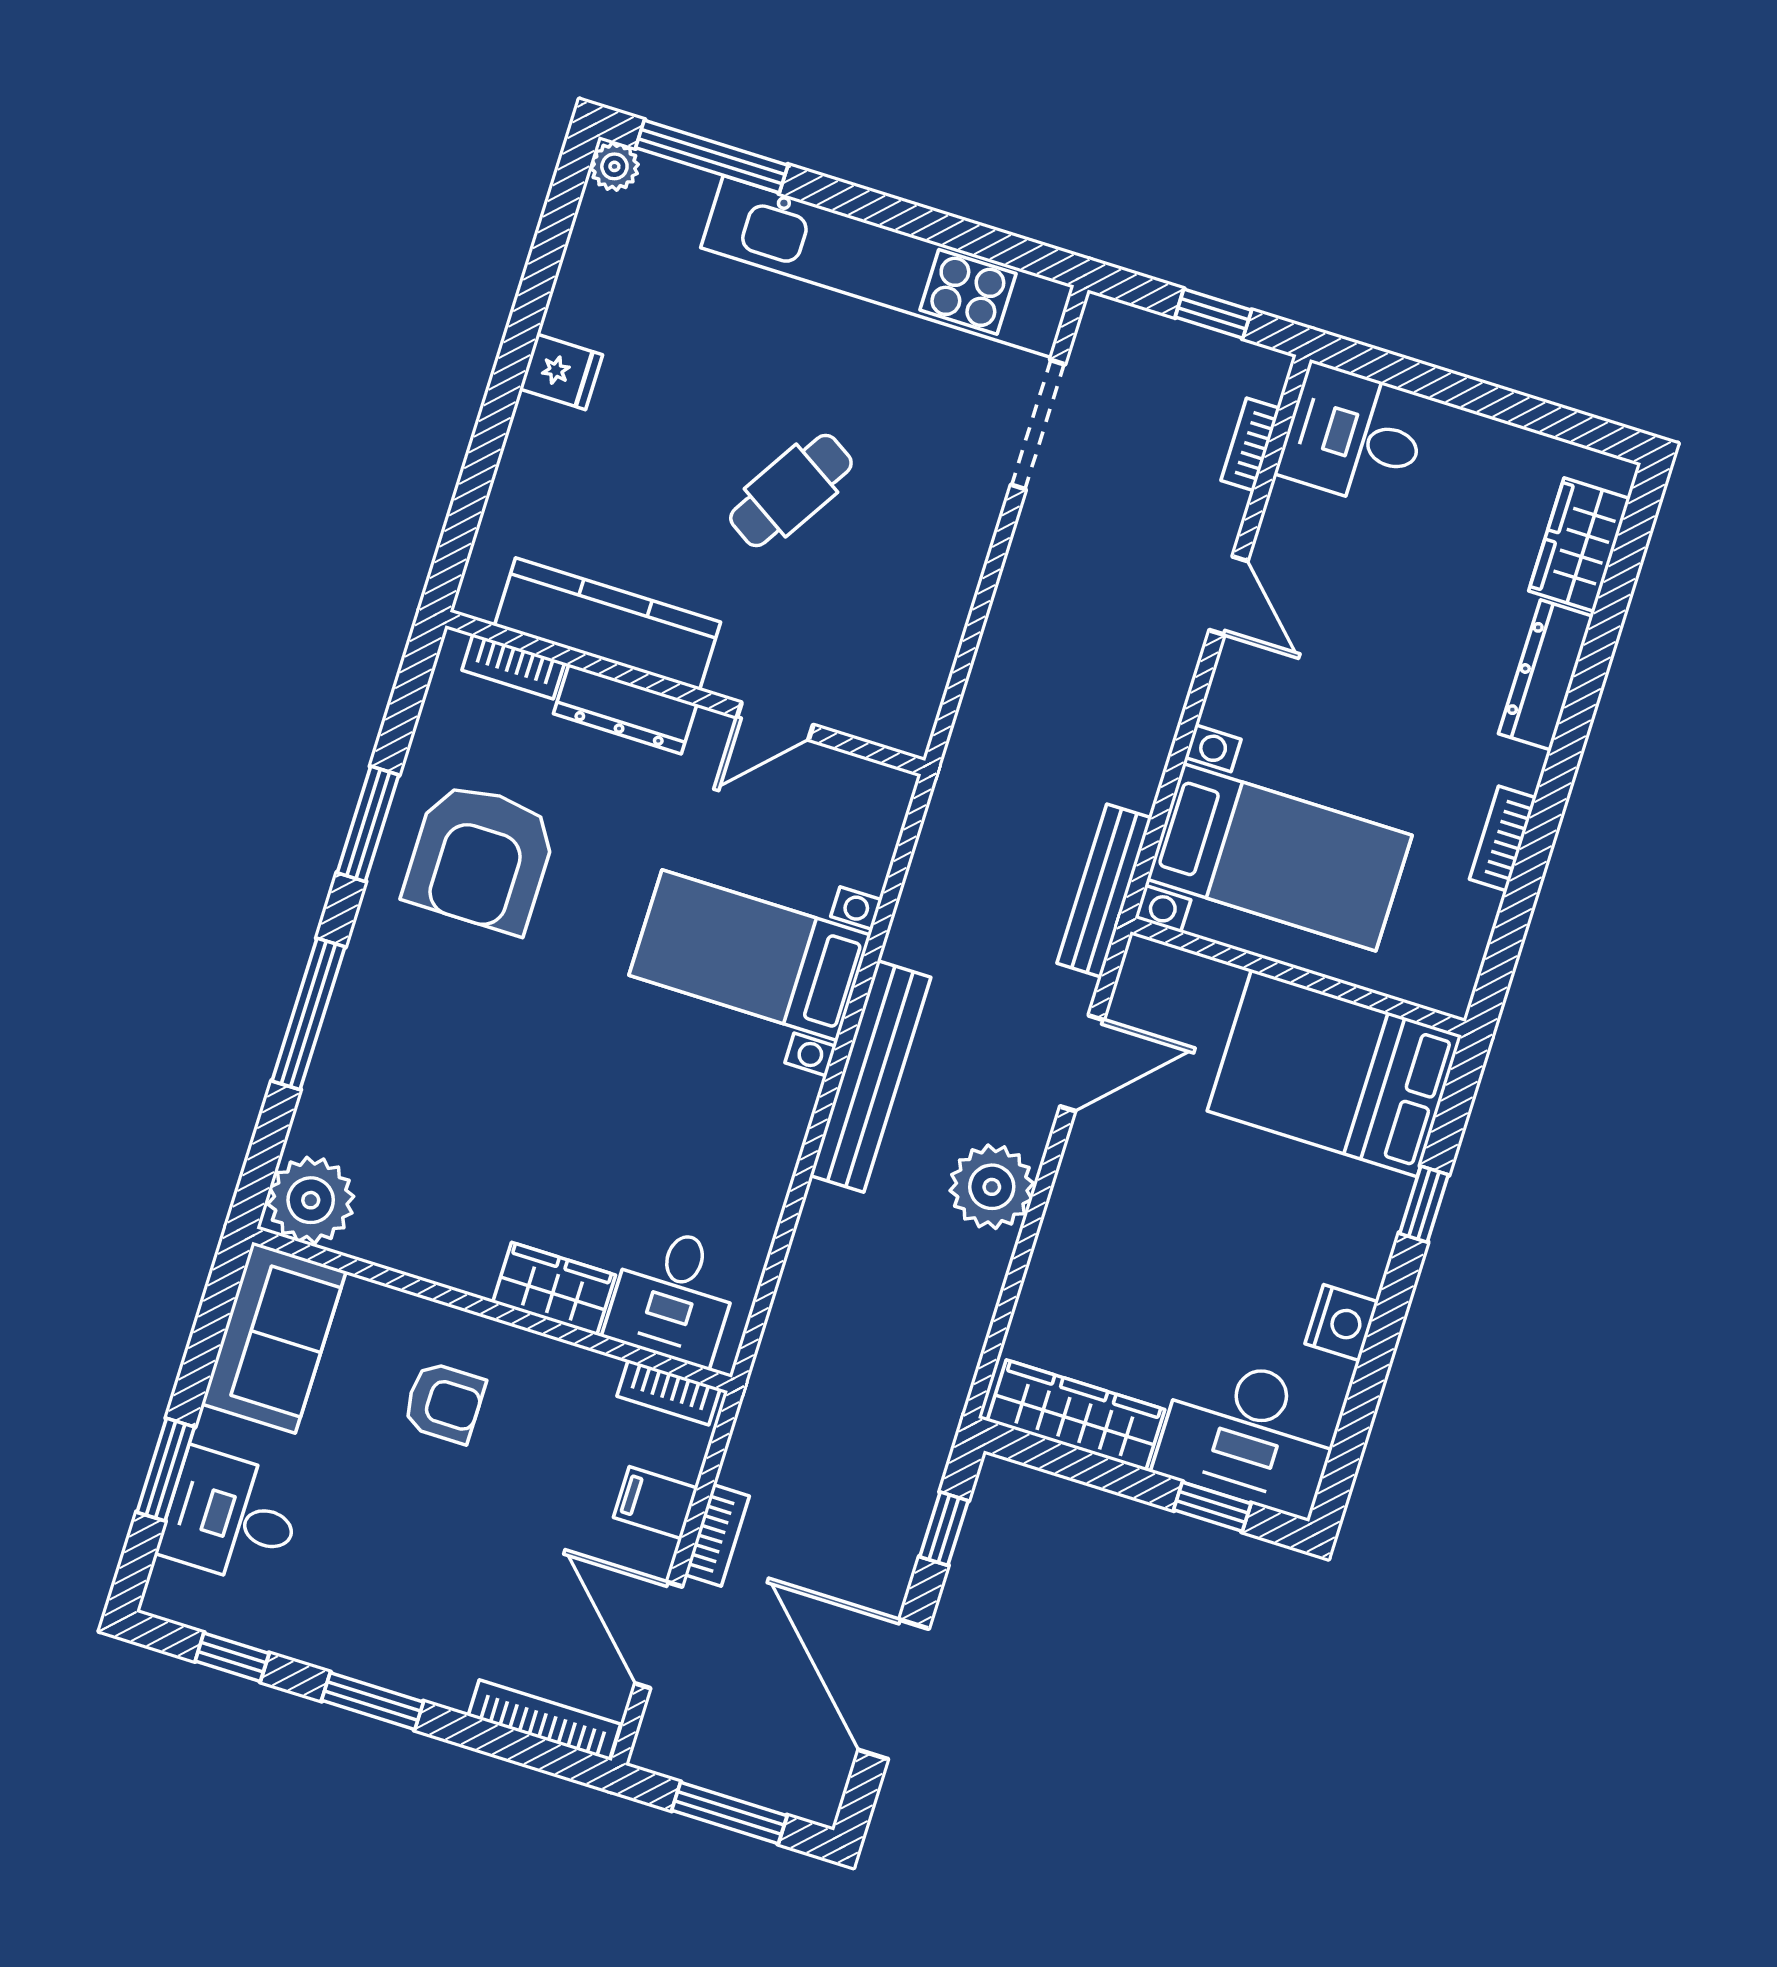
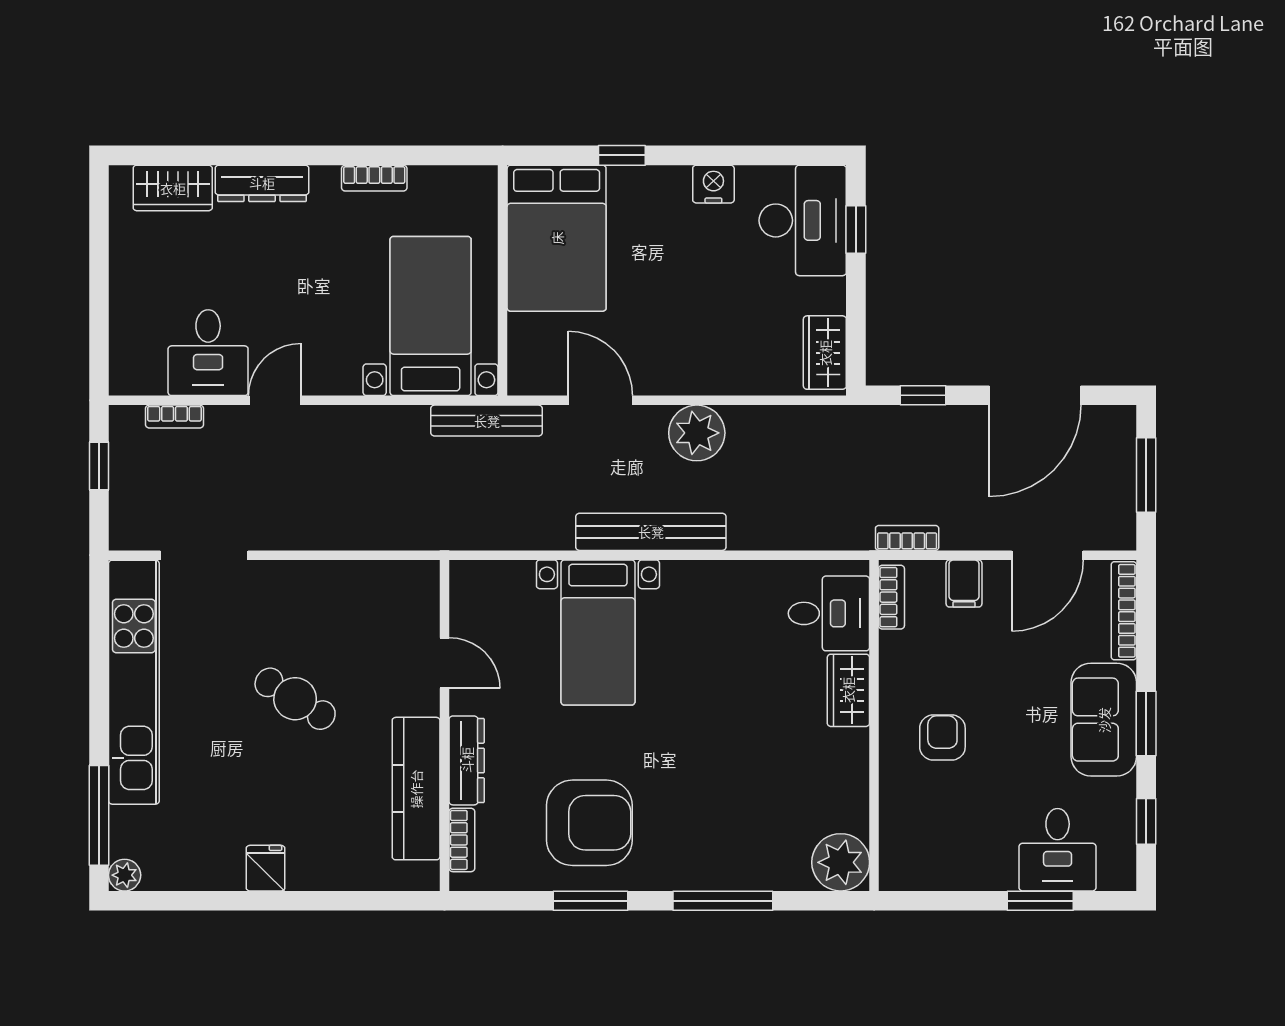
desk: (1354, 436) -> (208, 353), moved
sofa: (274, 1338) -> (1104, 720), moved, turned -90
wardrobe: (1076, 1415) -> (825, 353), width x0.67
bookcase: (717, 1535) -> (907, 538), moved

